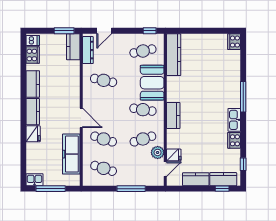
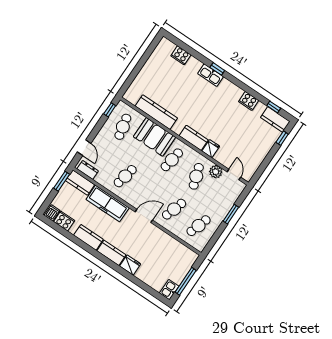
cooker: (234, 42) -> (181, 55), moved
dresser: (88, 50) -> (88, 170), width x0.70
kitchen counter: (174, 55) -> (156, 112), moved
window: (243, 97) -> (217, 69), width x0.46
kitchen sink: (234, 120) -> (211, 75), moved
freezer: (71, 154) -> (108, 204), moved
fridge: (174, 155) -> (211, 149), moved
kitchen counter: (196, 179) -> (260, 155), removed
kitchen counter: (223, 179) -> (275, 119), moved, turned -90
window: (131, 189) -> (231, 214), width x0.69

